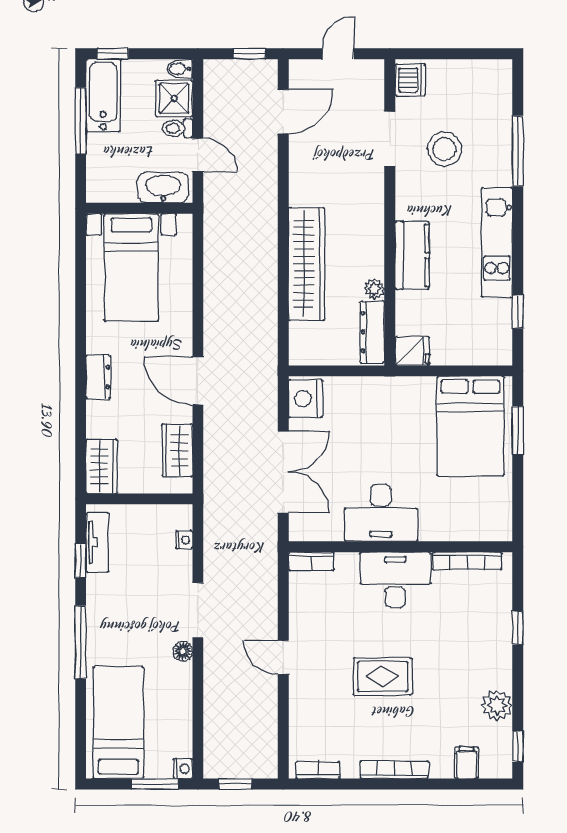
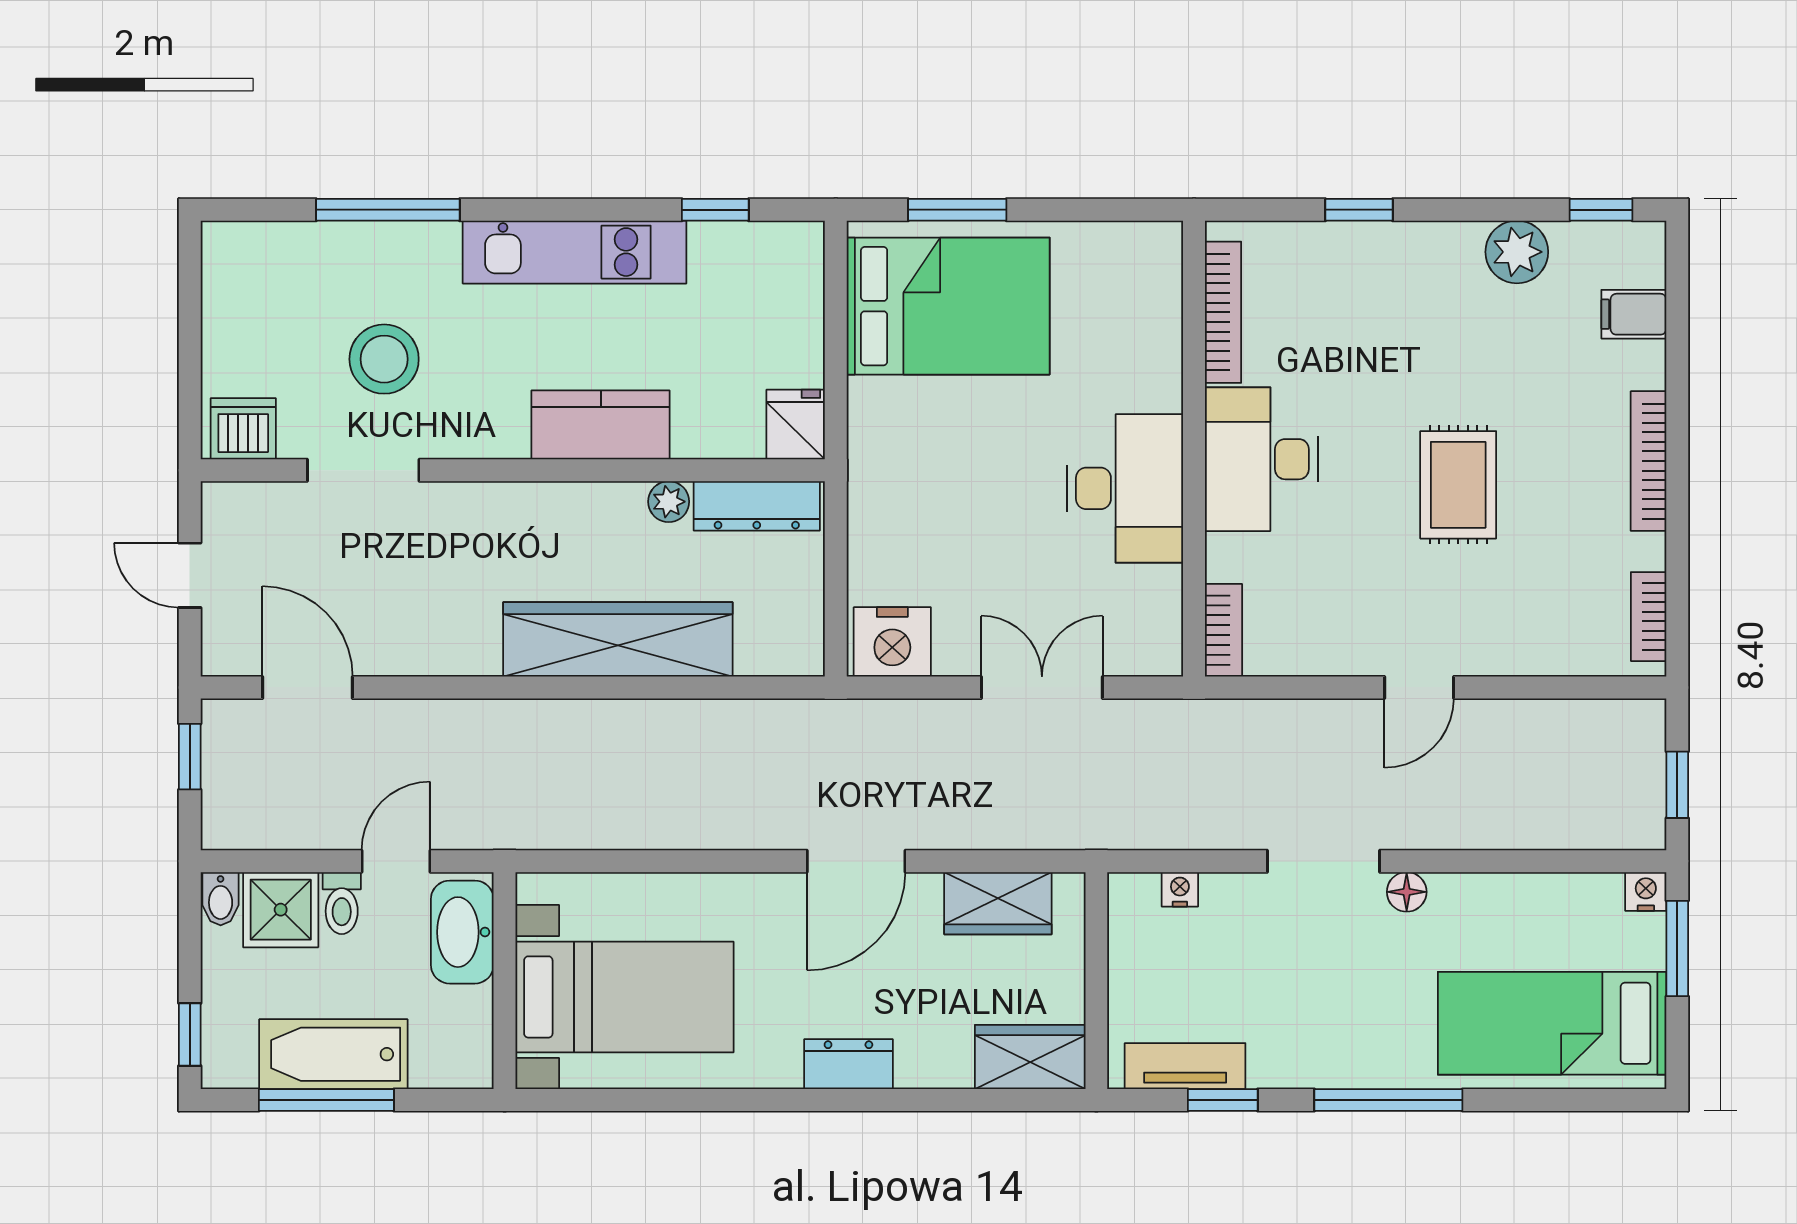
bathtub: (103, 95) -> (333, 1054), moved
double door: (283, 472) -> (1042, 687), width x0.73

